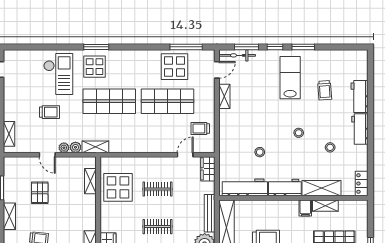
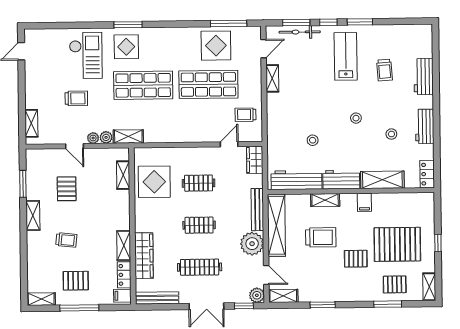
bicycle: (237, 55) -> (300, 32), moved
workbench: (360, 129) -> (425, 126), moved
shelving: (325, 206) -> (325, 200), moved

